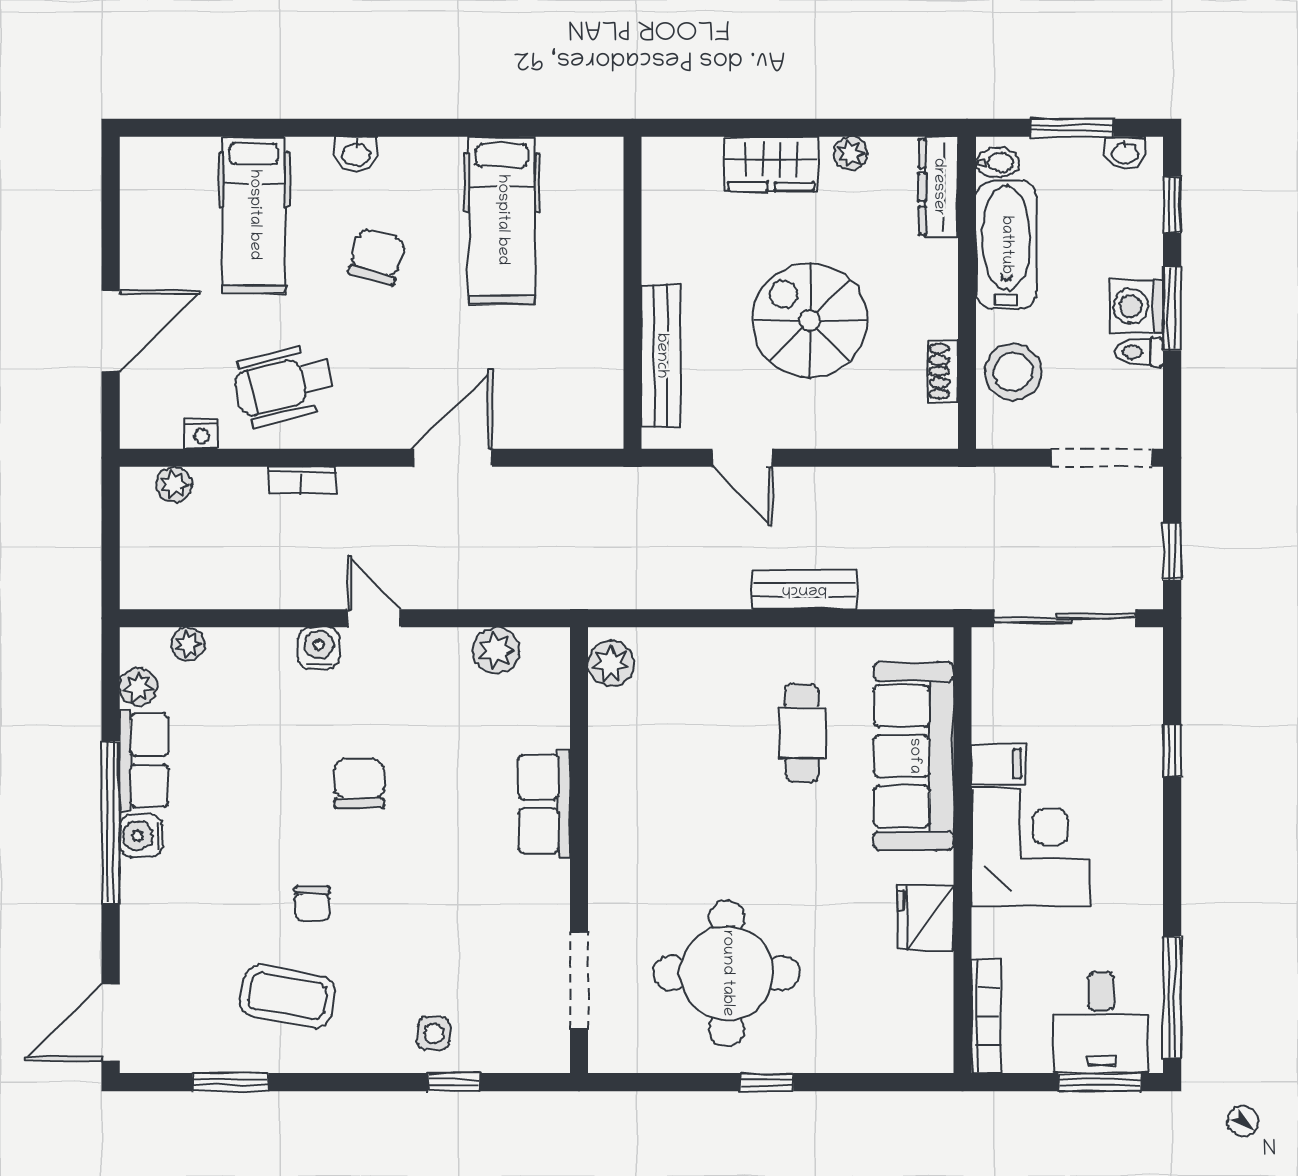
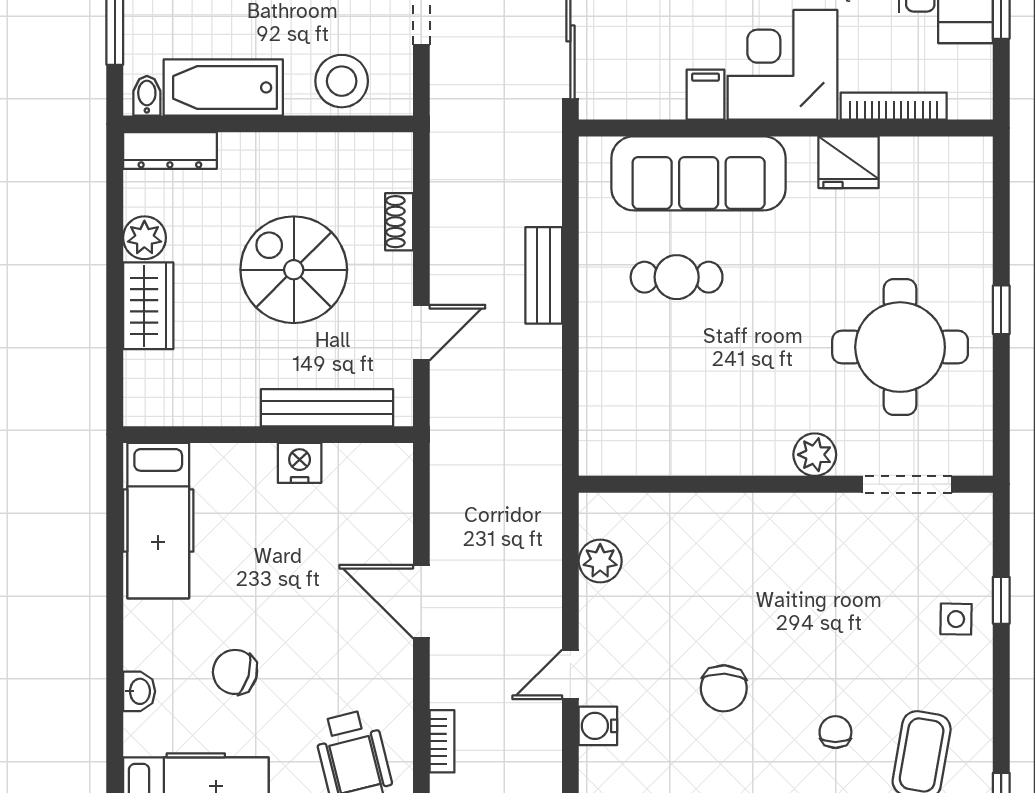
plant: (851, 153) -> (144, 238), width x1.38, depth x1.38
hospital bed: (502, 220) -> (158, 521), moved, turned 90
spiral stairs: (810, 320) -> (294, 270), turned 90
nightstand: (602, 327) -> (300, 463), added
shoe rack: (943, 371) -> (399, 222), moved, turned 90
plant: (611, 664) -> (815, 455), moved
chair: (359, 783) -> (724, 688), turned -87
row of seats: (544, 804) -> (743, 516), removed
chair: (312, 904) -> (835, 732), turned -90
bookcase: (986, 1016) -> (894, 106), moved

